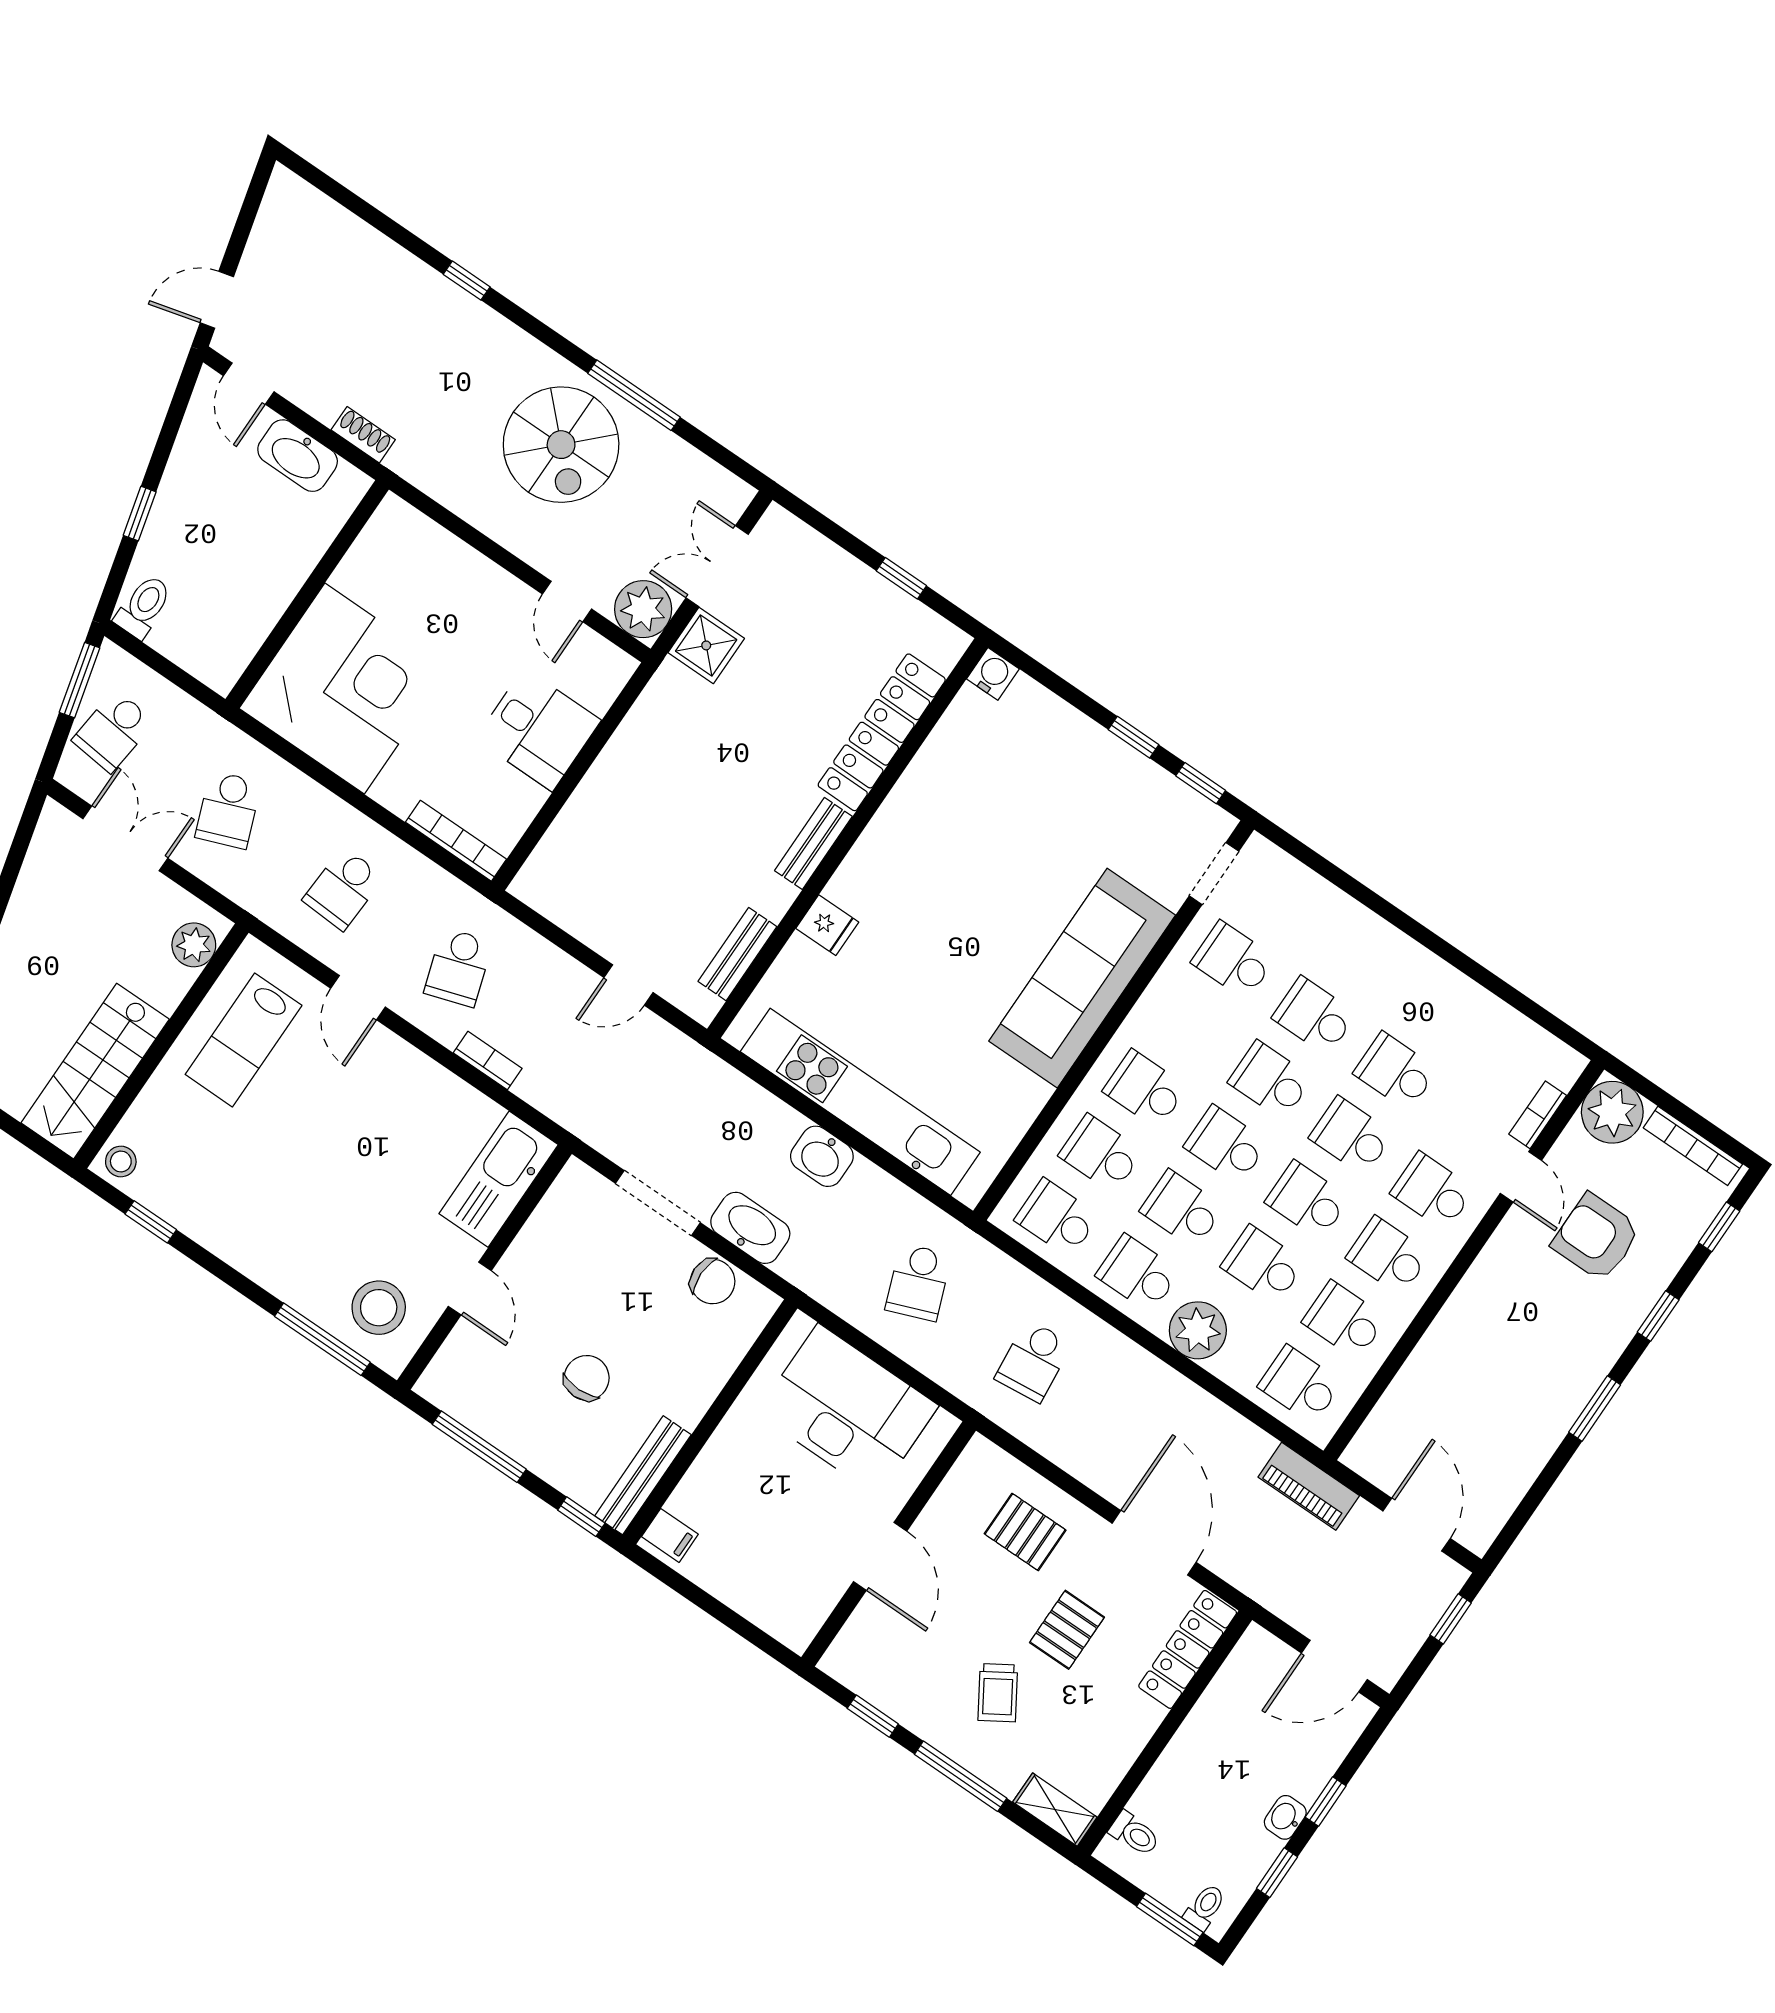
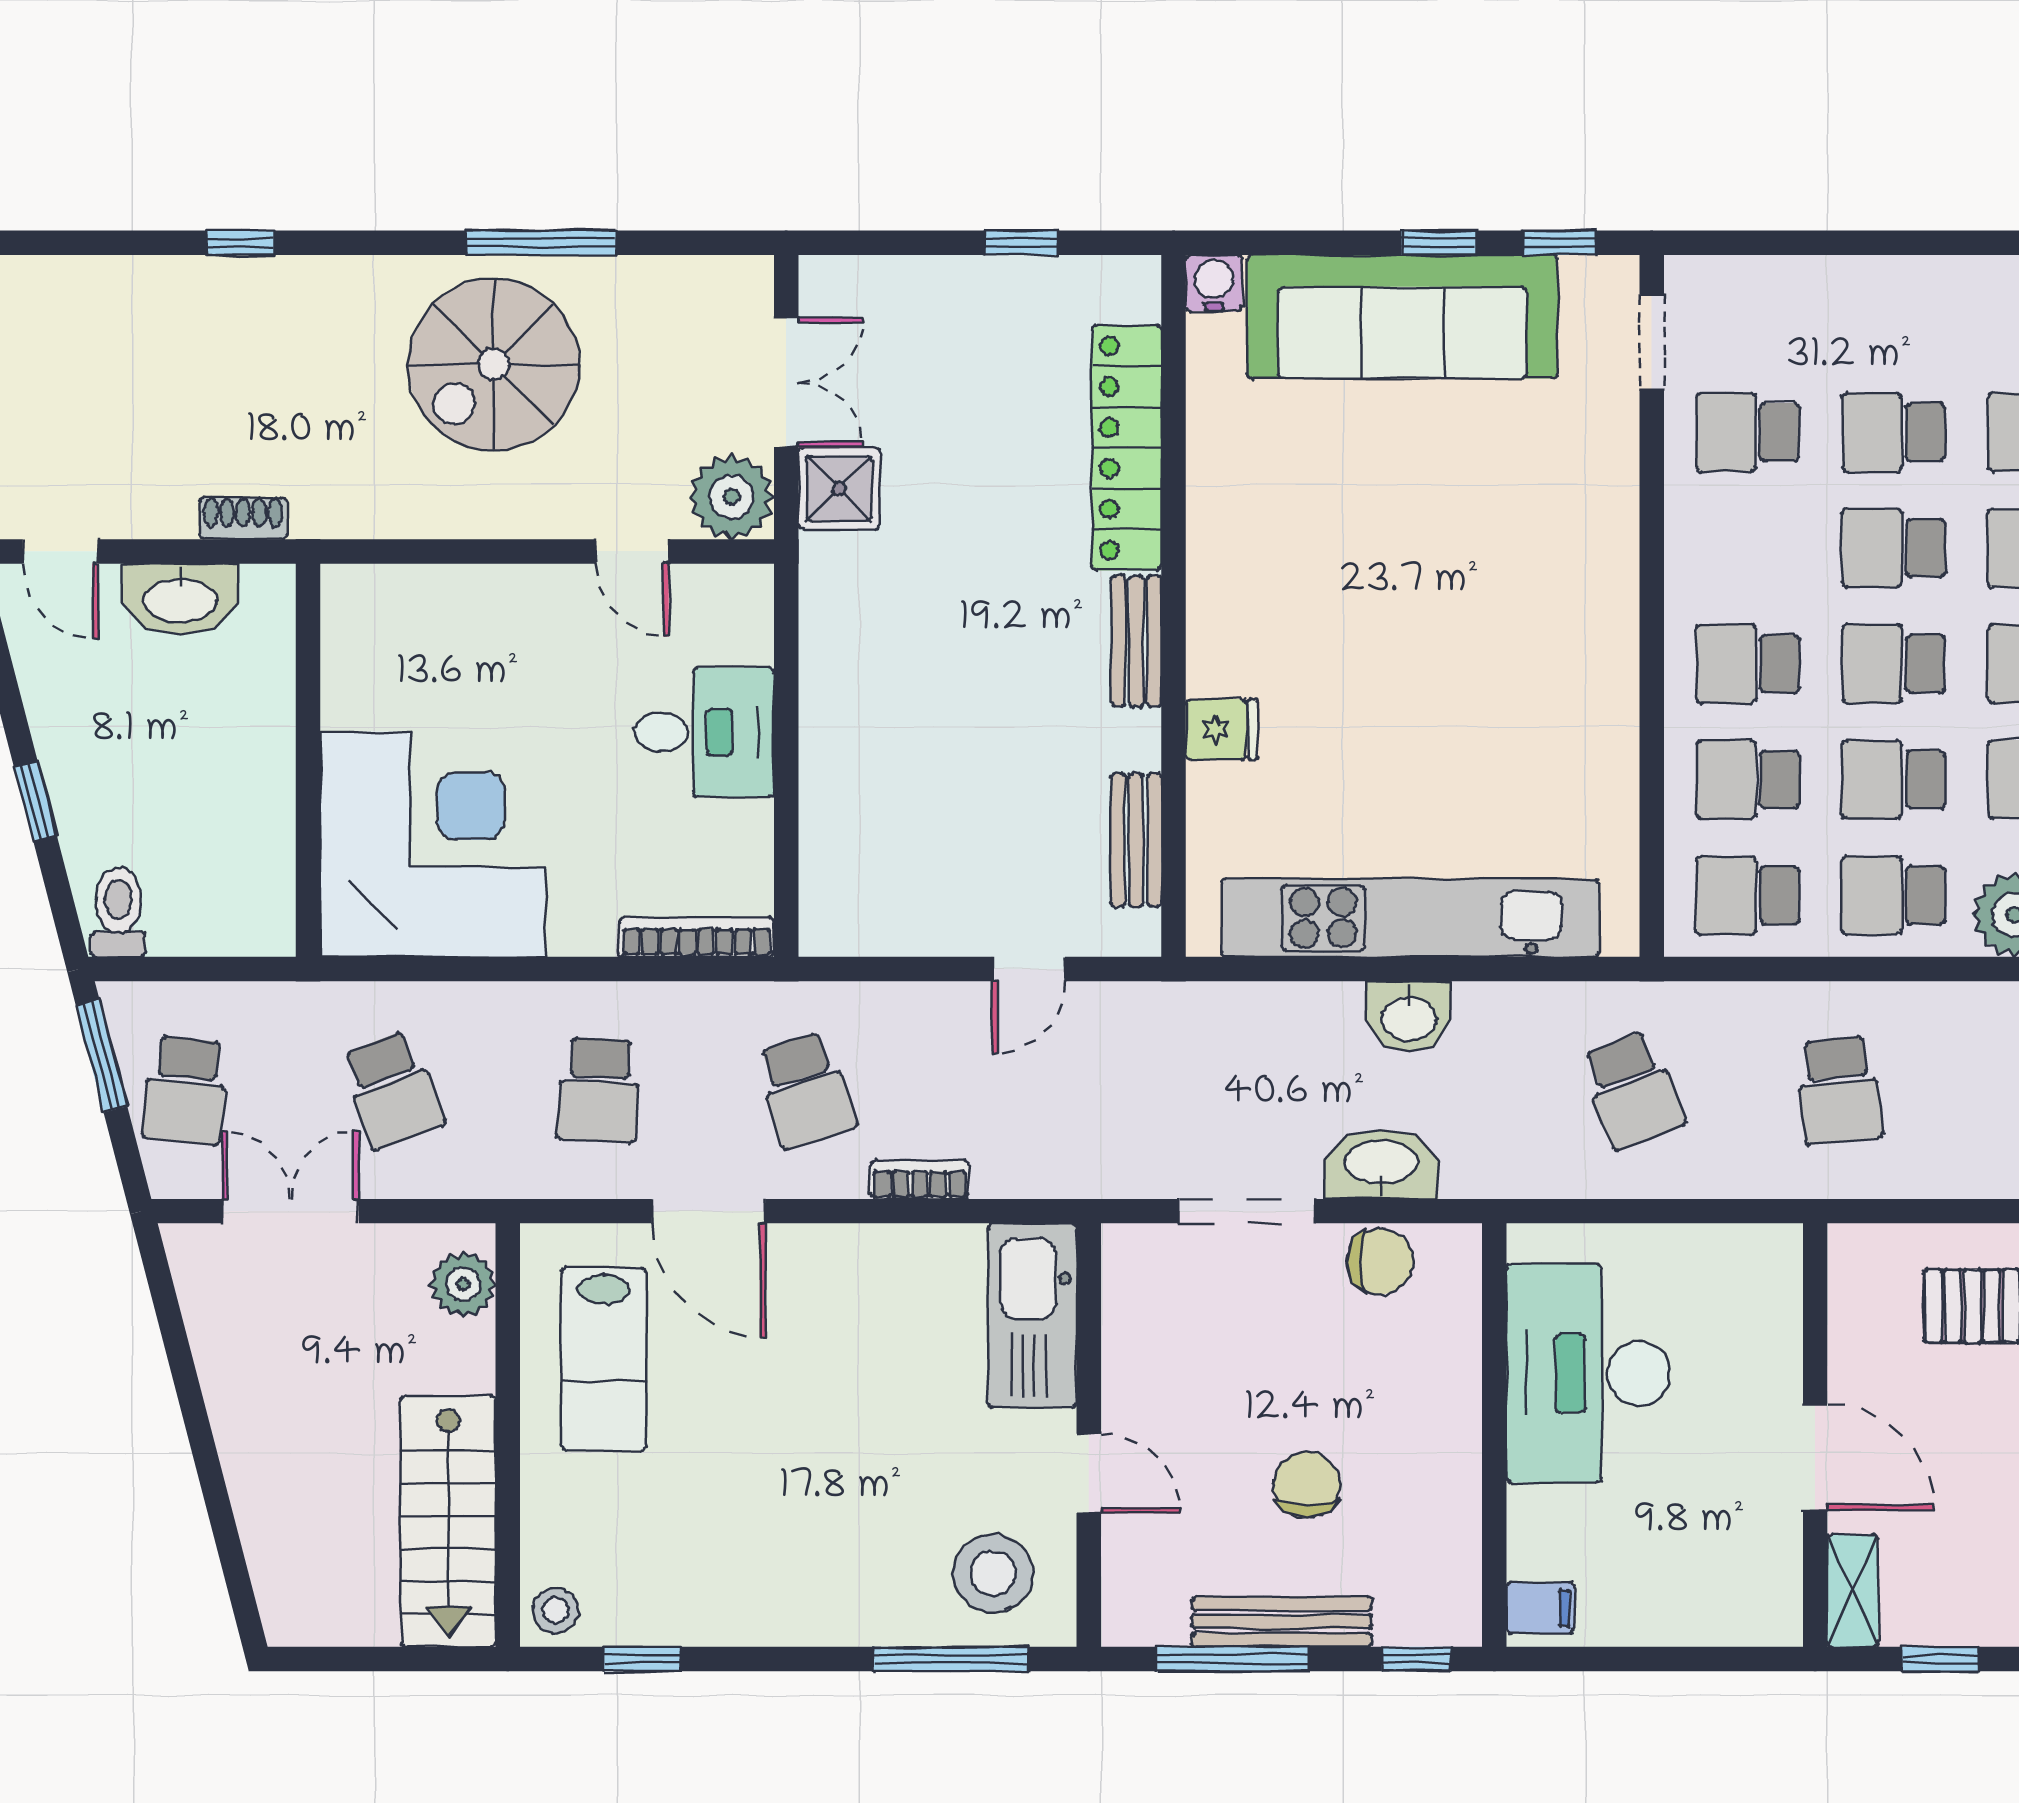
spiral stairs: (561, 445) -> (493, 364), turned 90
double door: (717, 566) -> (786, 382), swing flipped
sofa: (1082, 978) -> (1403, 317), moved, turned -90
door: (358, 998) -> (708, 1211), width x1.38
desk: (847, 1410) -> (1588, 1373), moved, turned -90
bench: (643, 1475) -> (1282, 1622), moved, turned 90
shelving: (850, 1645) -> (1853, 1591), added

